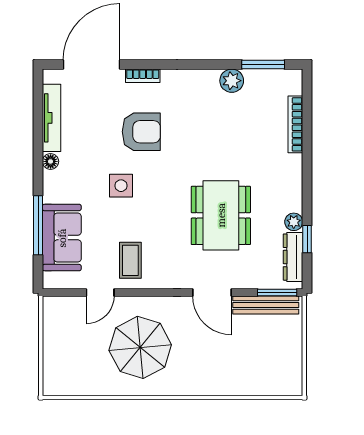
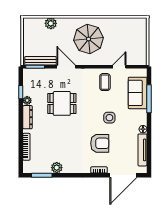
armchair: (141, 132) -> (100, 143), turned 180
dining table: (221, 215) -> (62, 103), width x0.73
dresser: (293, 257) -> (27, 117), moved
parasol: (140, 347) -> (89, 39), moved
plant: (244, 384) -> (51, 23), added

